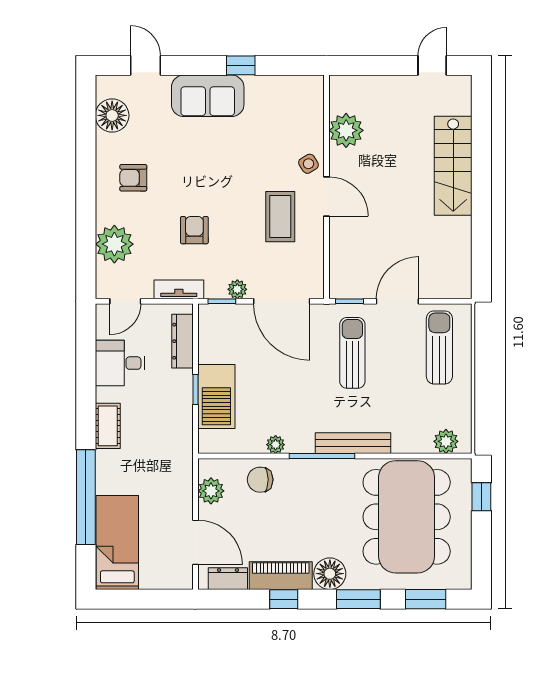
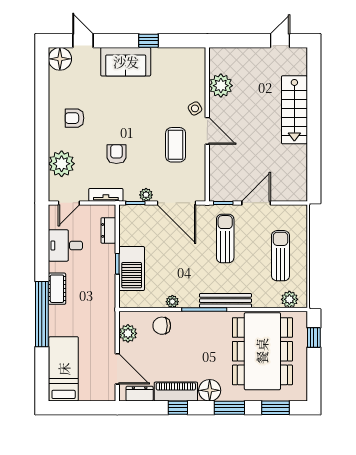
floor lamp: (112, 115) -> (60, 59), moved
dresser: (182, 341) -> (108, 230), width x0.70
sun lounger: (439, 347) -> (281, 256), moved
window: (86, 497) -> (42, 314), moved

